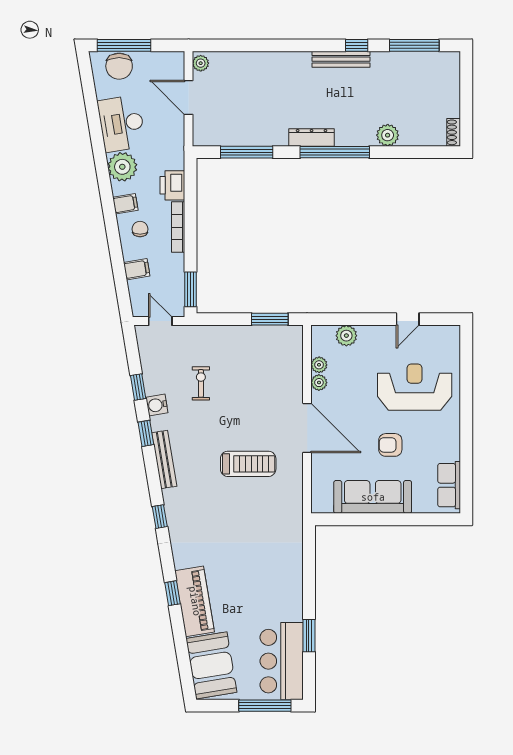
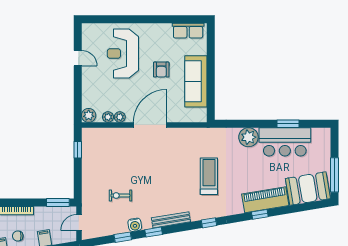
window: (270, 319) -> (78, 150), width x0.67
plant: (346, 336) -> (89, 115), moved
treadmill: (248, 464) -> (209, 176), moved
plant: (289, 576) -> (248, 137), added
bar counter: (282, 661) -> (285, 142), moved
window: (265, 706) -> (335, 175), moved

